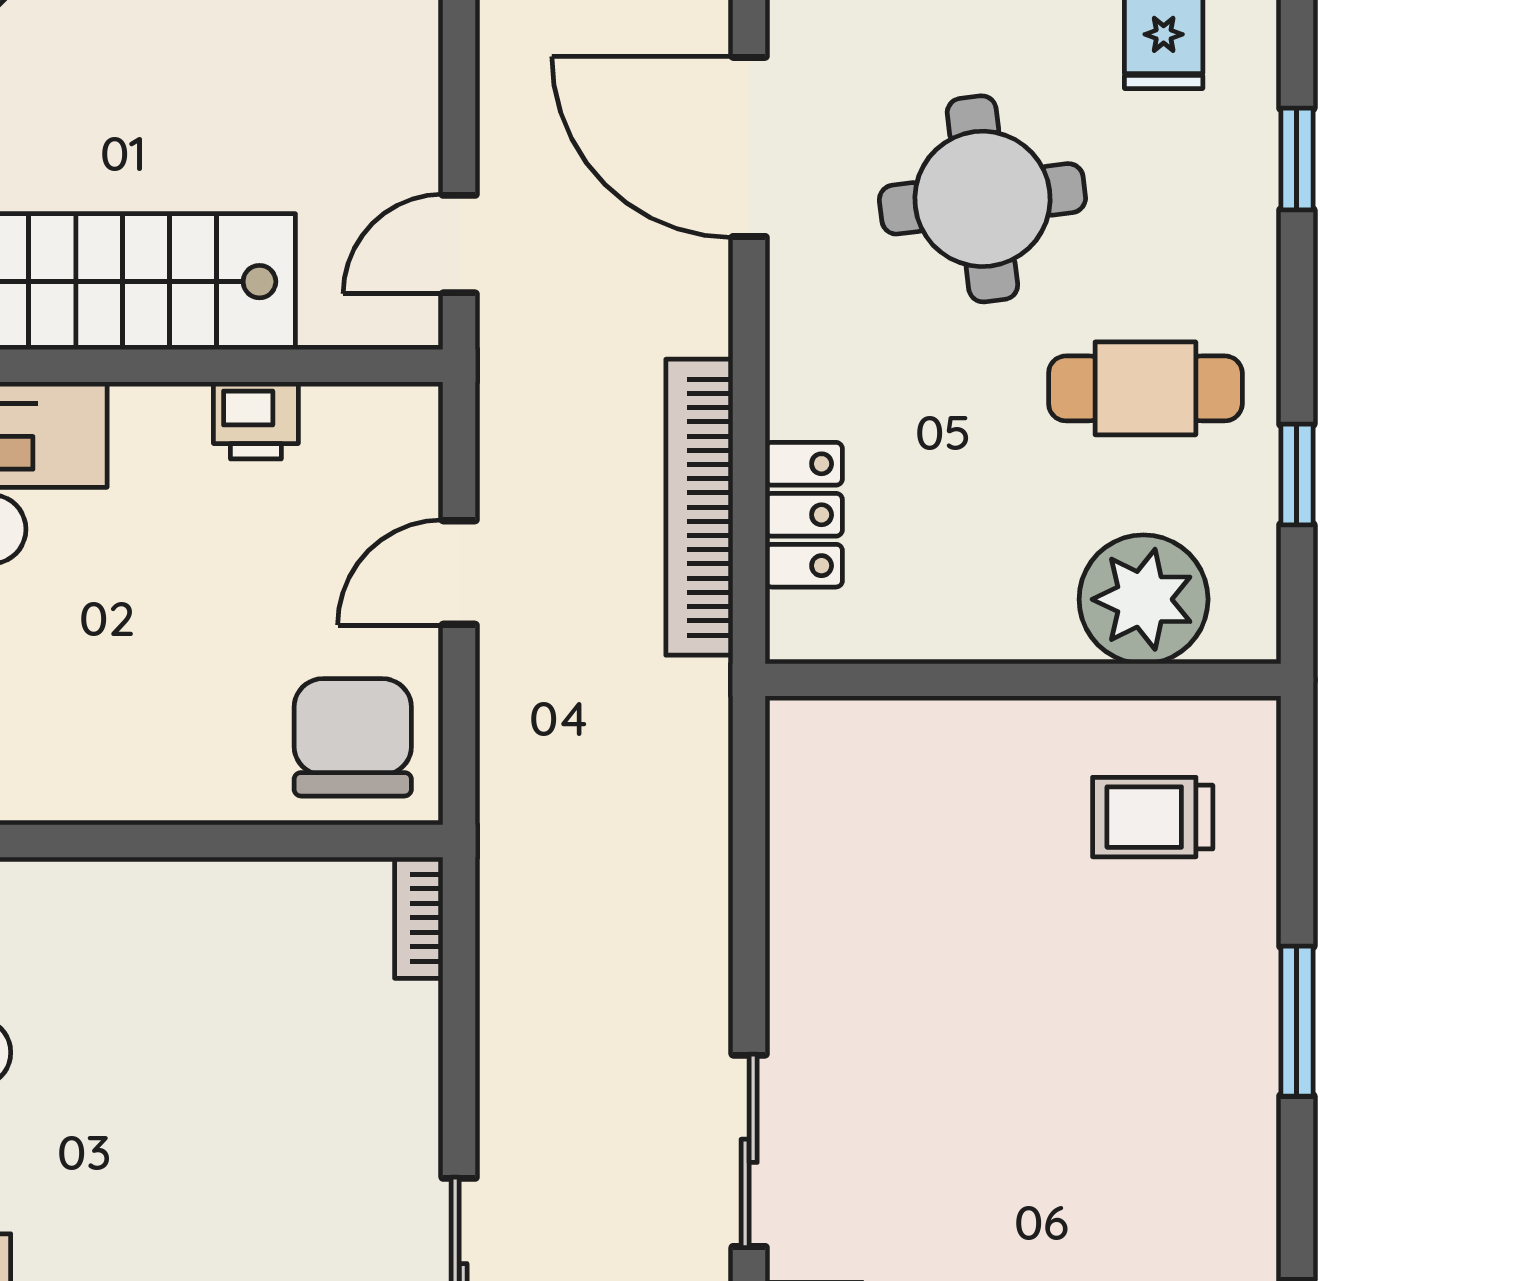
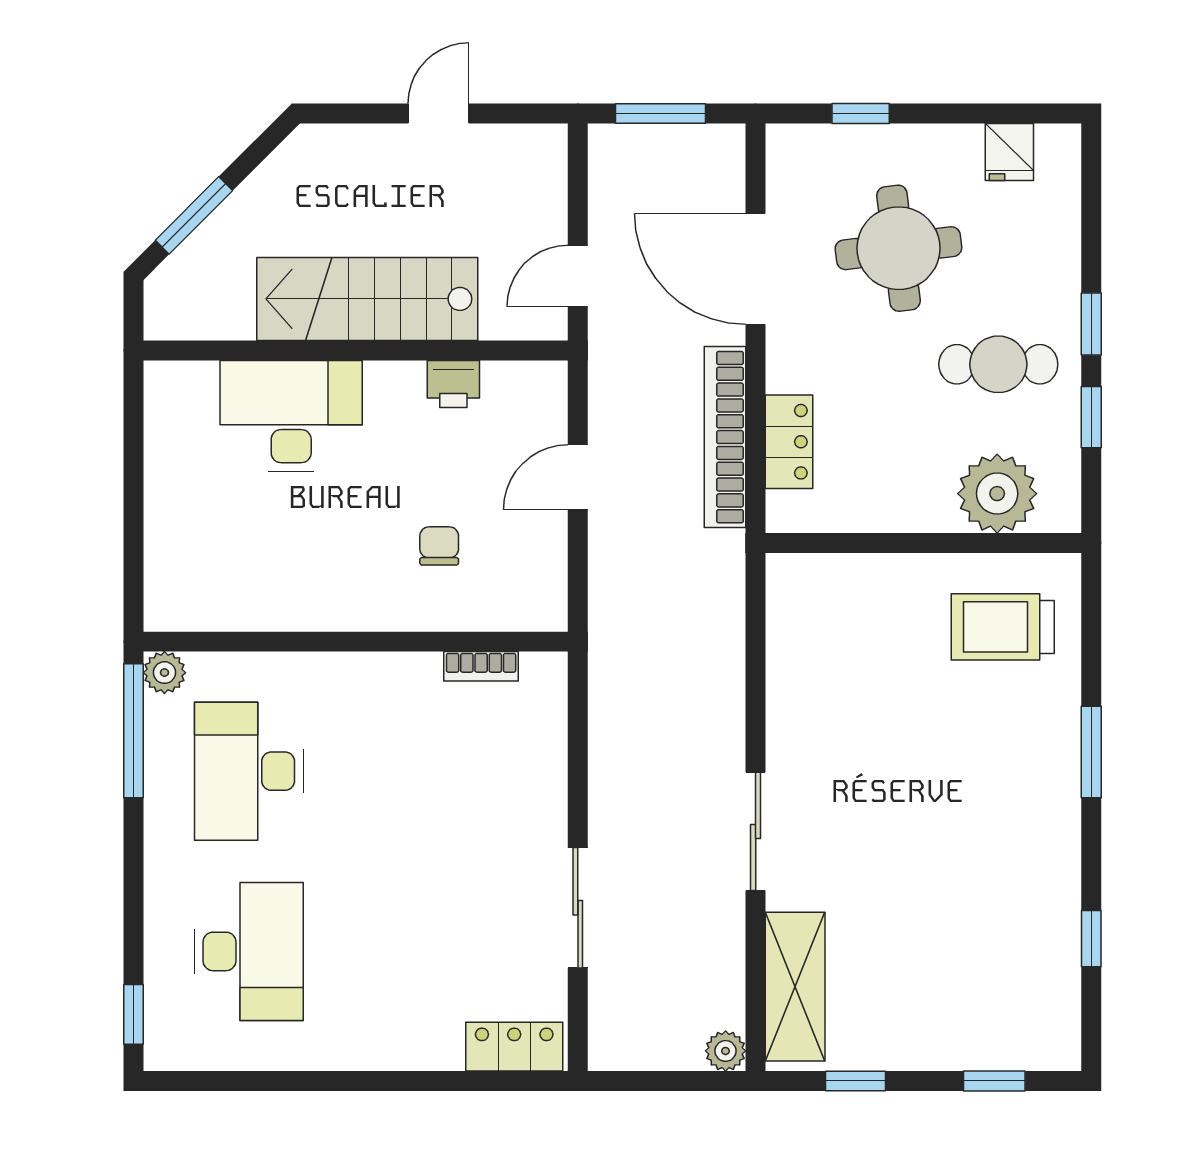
door: (749, 147) -> (756, 269), moved
window: (1297, 159) -> (1091, 324), moved
chair: (353, 737) -> (439, 546), moved, width x0.54, depth x0.54
trolley: (1153, 817) -> (1003, 627), width x1.36, depth x1.39
bookcase: (419, 918) -> (481, 666), moved, turned -90

